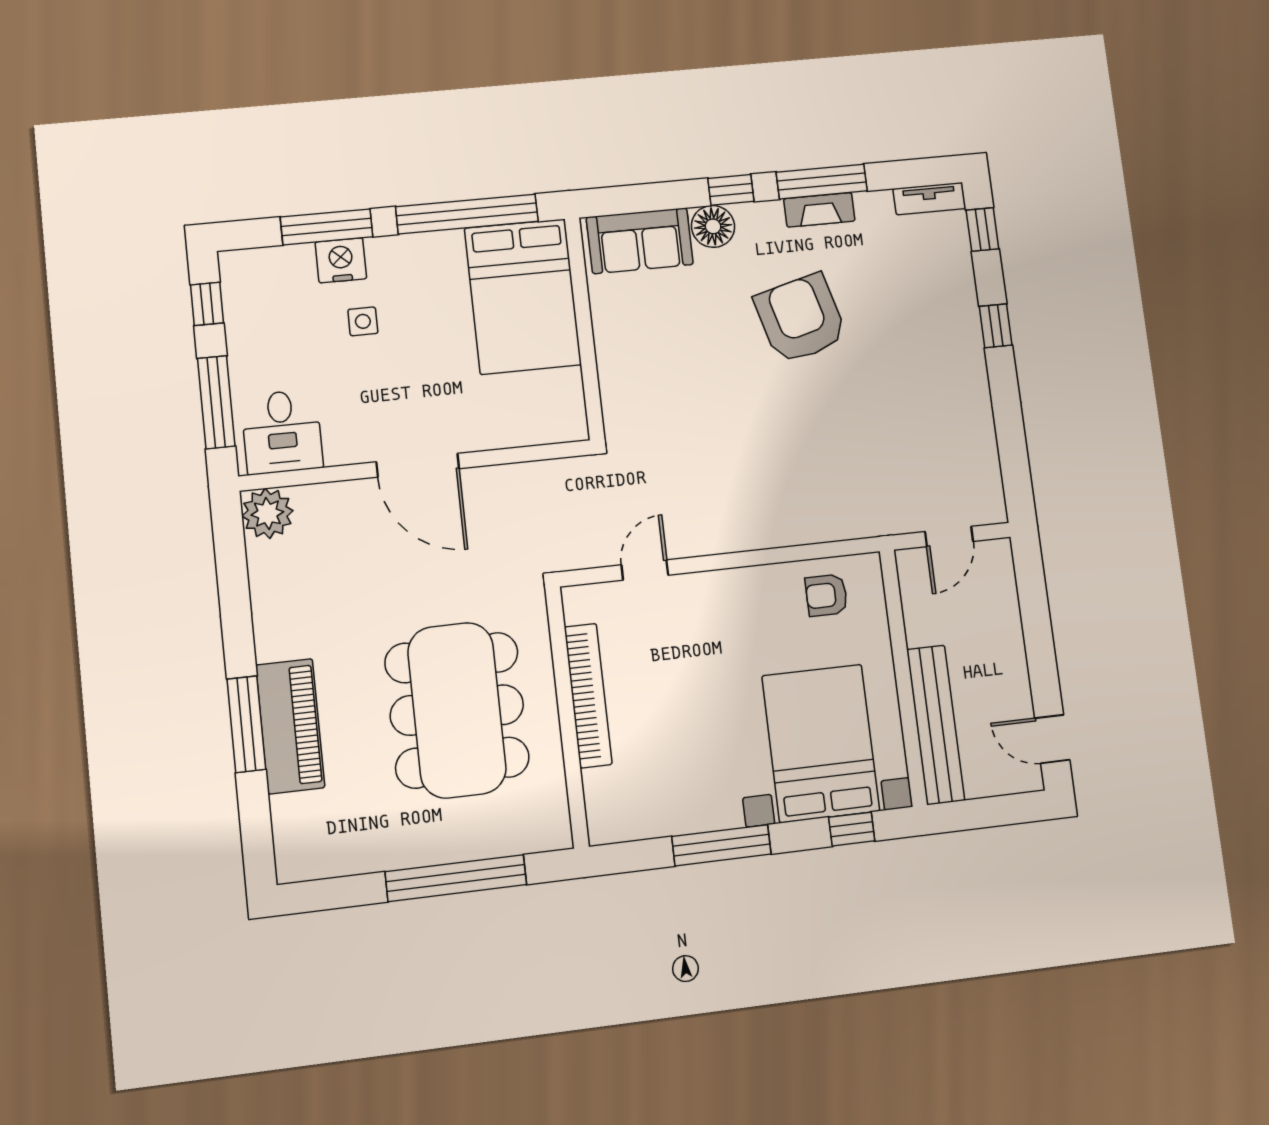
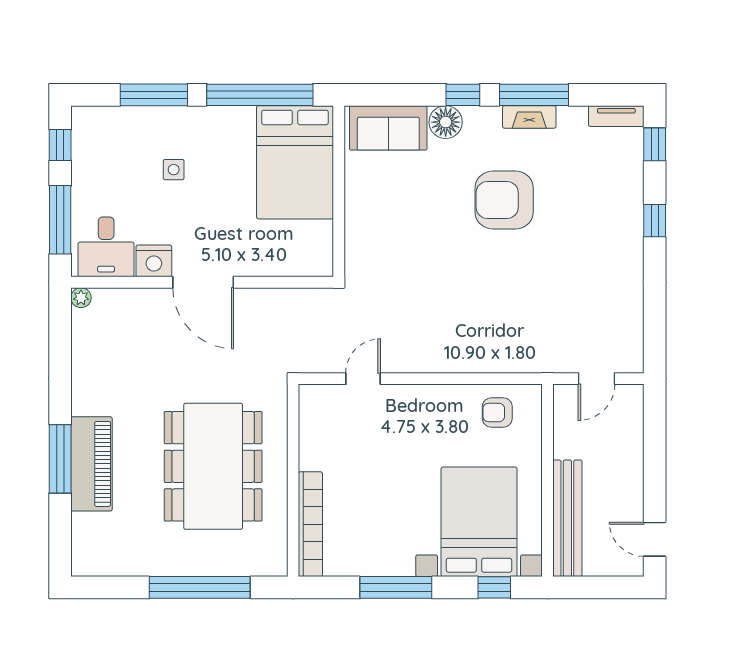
nightstand: (341, 260) -> (154, 261), moved, turned 180
armchair: (801, 318) -> (504, 200), turned -75
plant: (267, 513) -> (81, 298), width x0.53, depth x0.53
bookcase: (588, 695) -> (310, 524), moved

